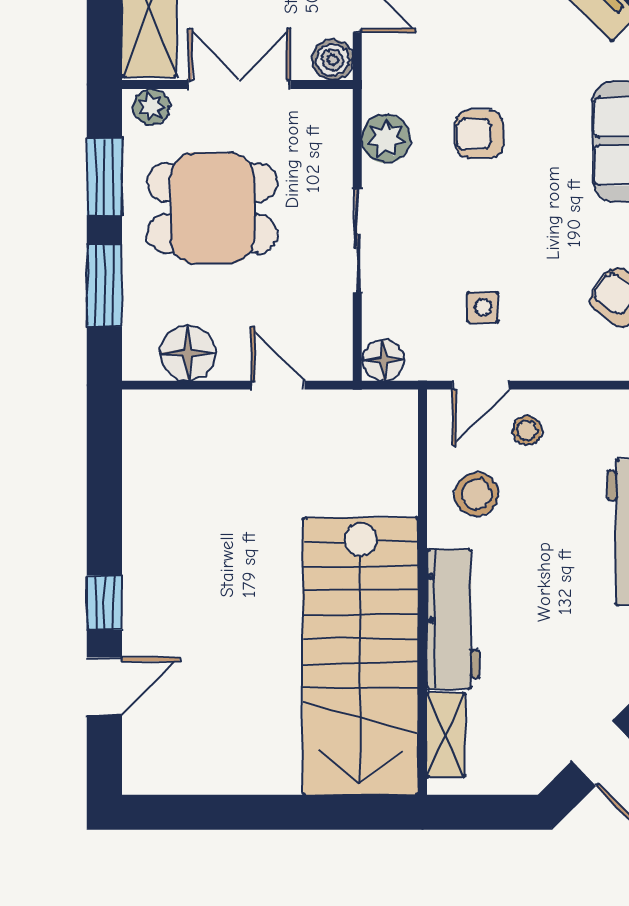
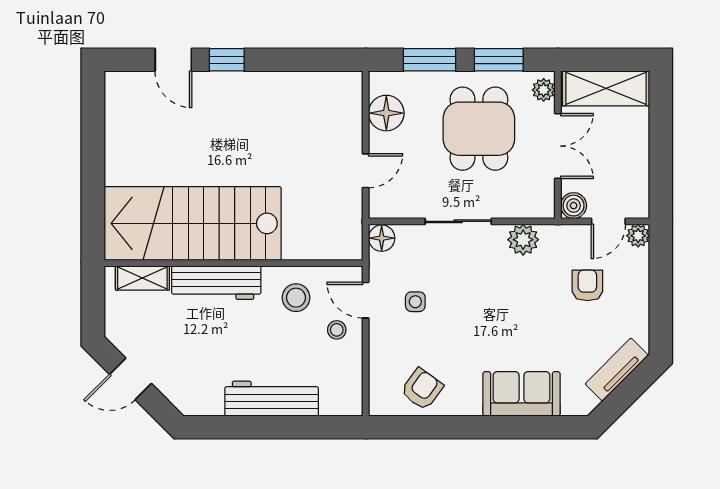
armchair: (479, 134) -> (587, 285), moved

